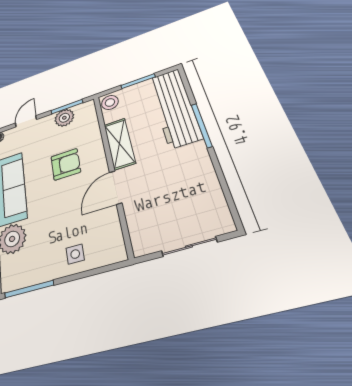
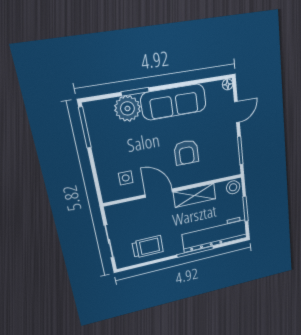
plant: (64, 118) -> (230, 149), removed
door: (26, 121) -> (237, 112), hinge flipped
trolley: (196, 190) -> (148, 247), added
side table: (75, 254) -> (126, 178), moved

